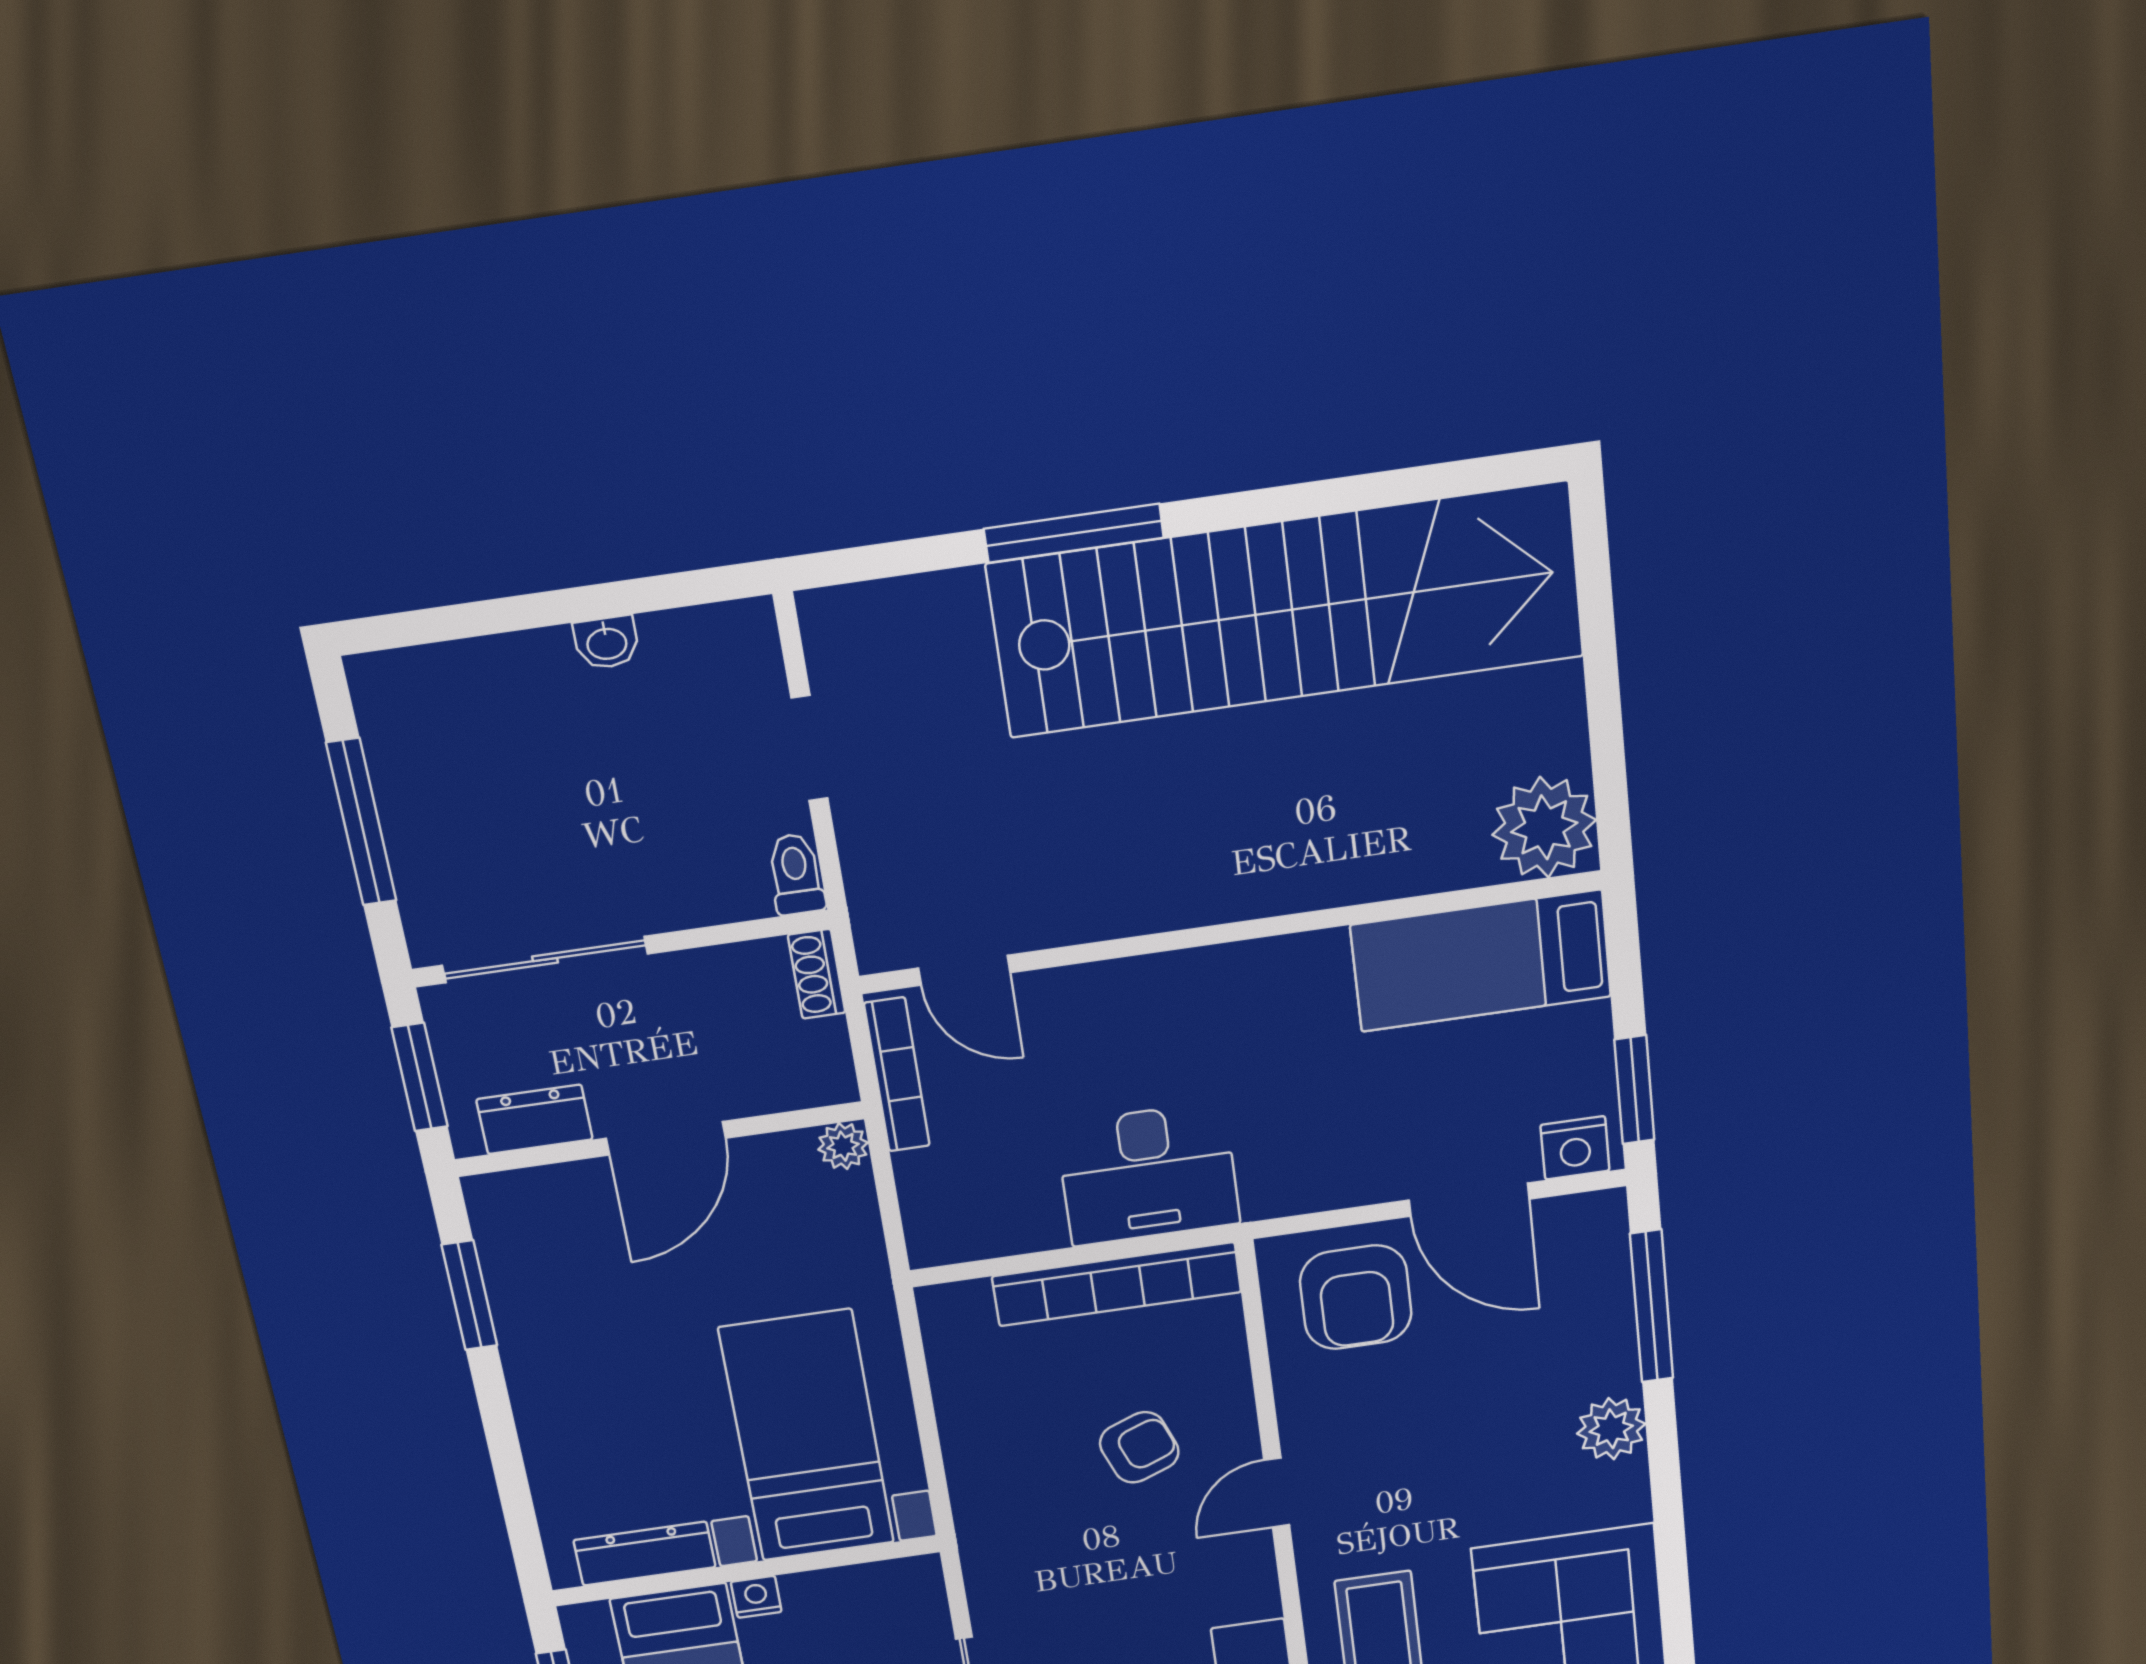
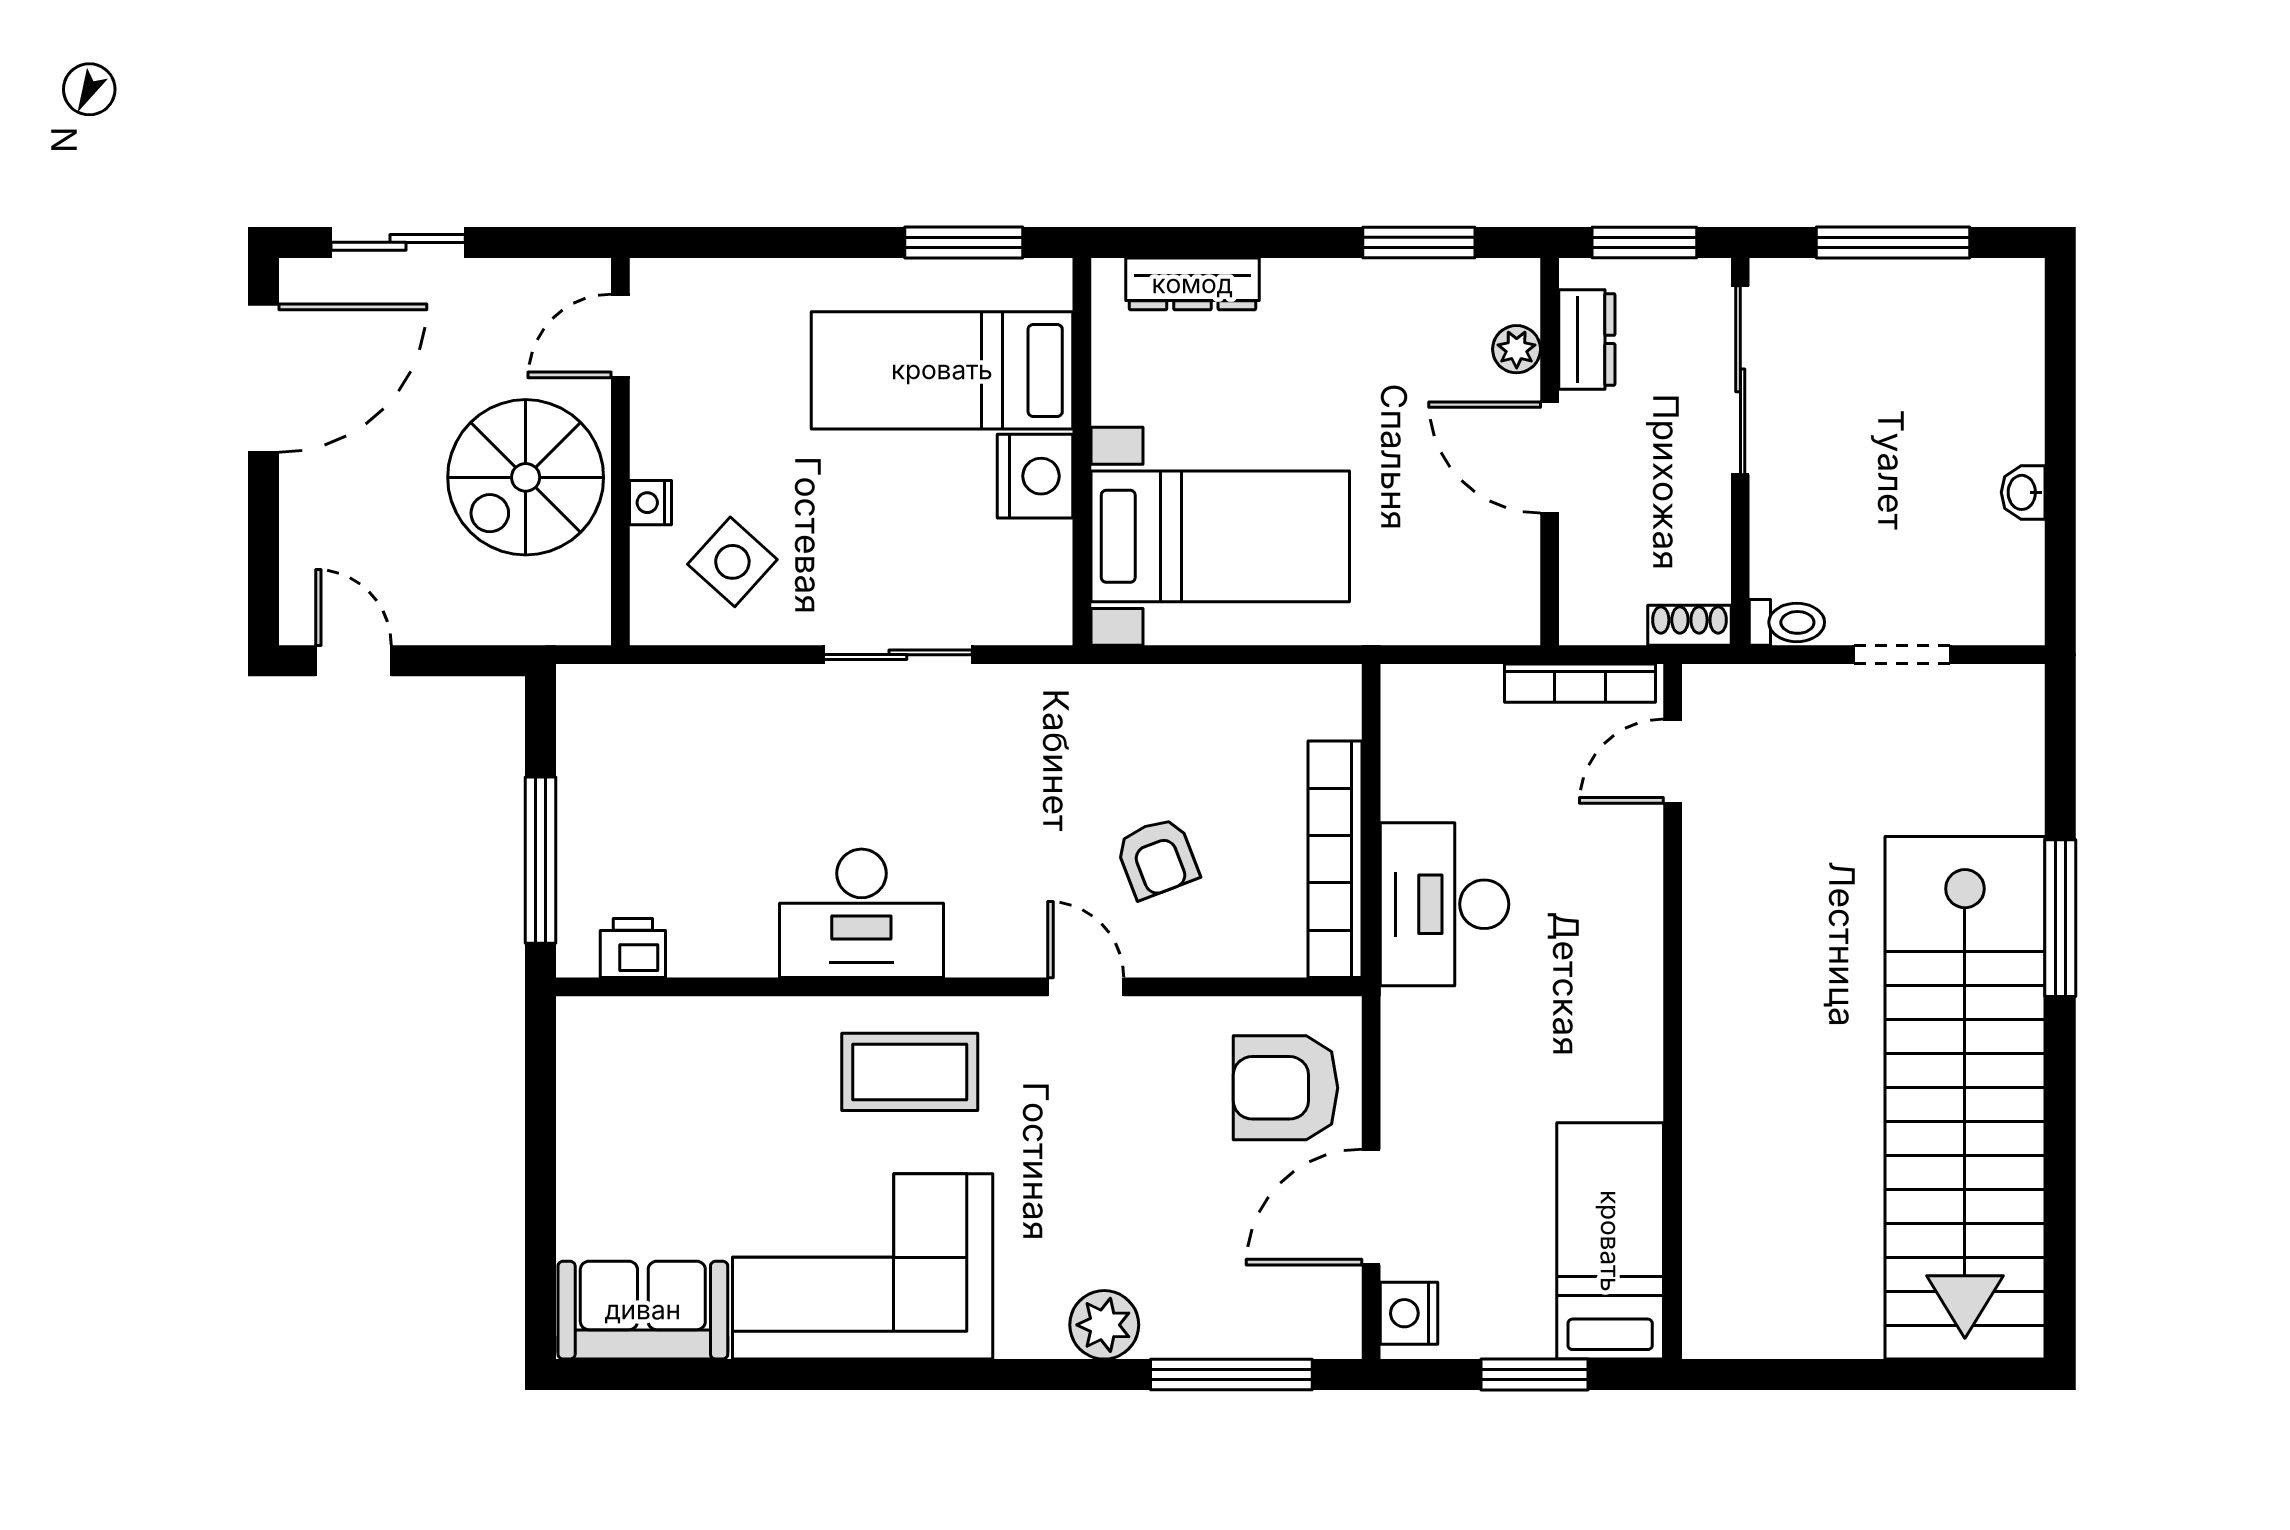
plant: (1544, 827) -> (1730, 1311), removed
window: (1634, 1090) -> (1535, 1375), moved
plant: (843, 1146) -> (1517, 349), moved
dresser: (645, 1554) -> (1192, 284), moved, turned 90
nightstand: (756, 1597) -> (1035, 476), width x1.89, depth x1.79

